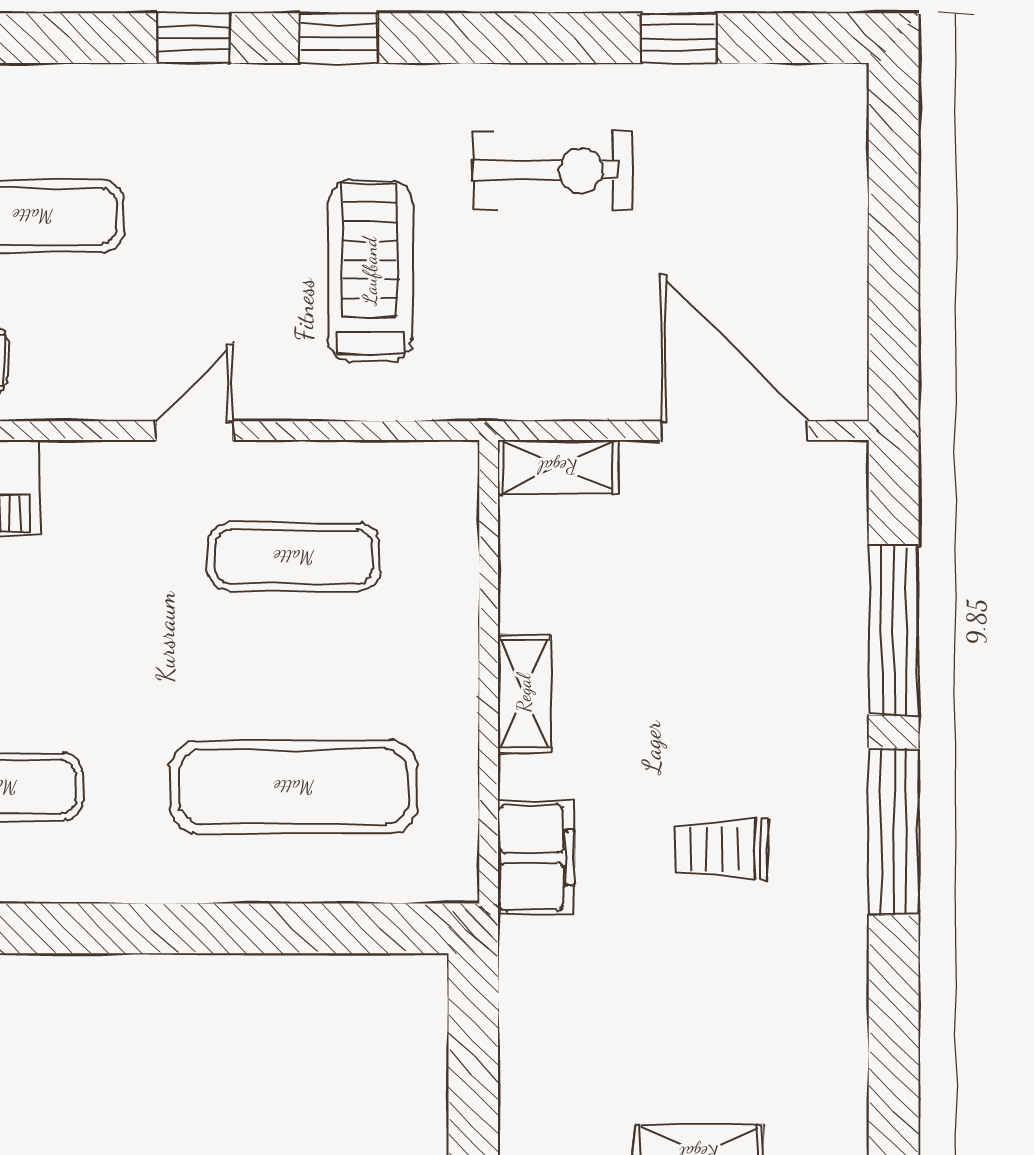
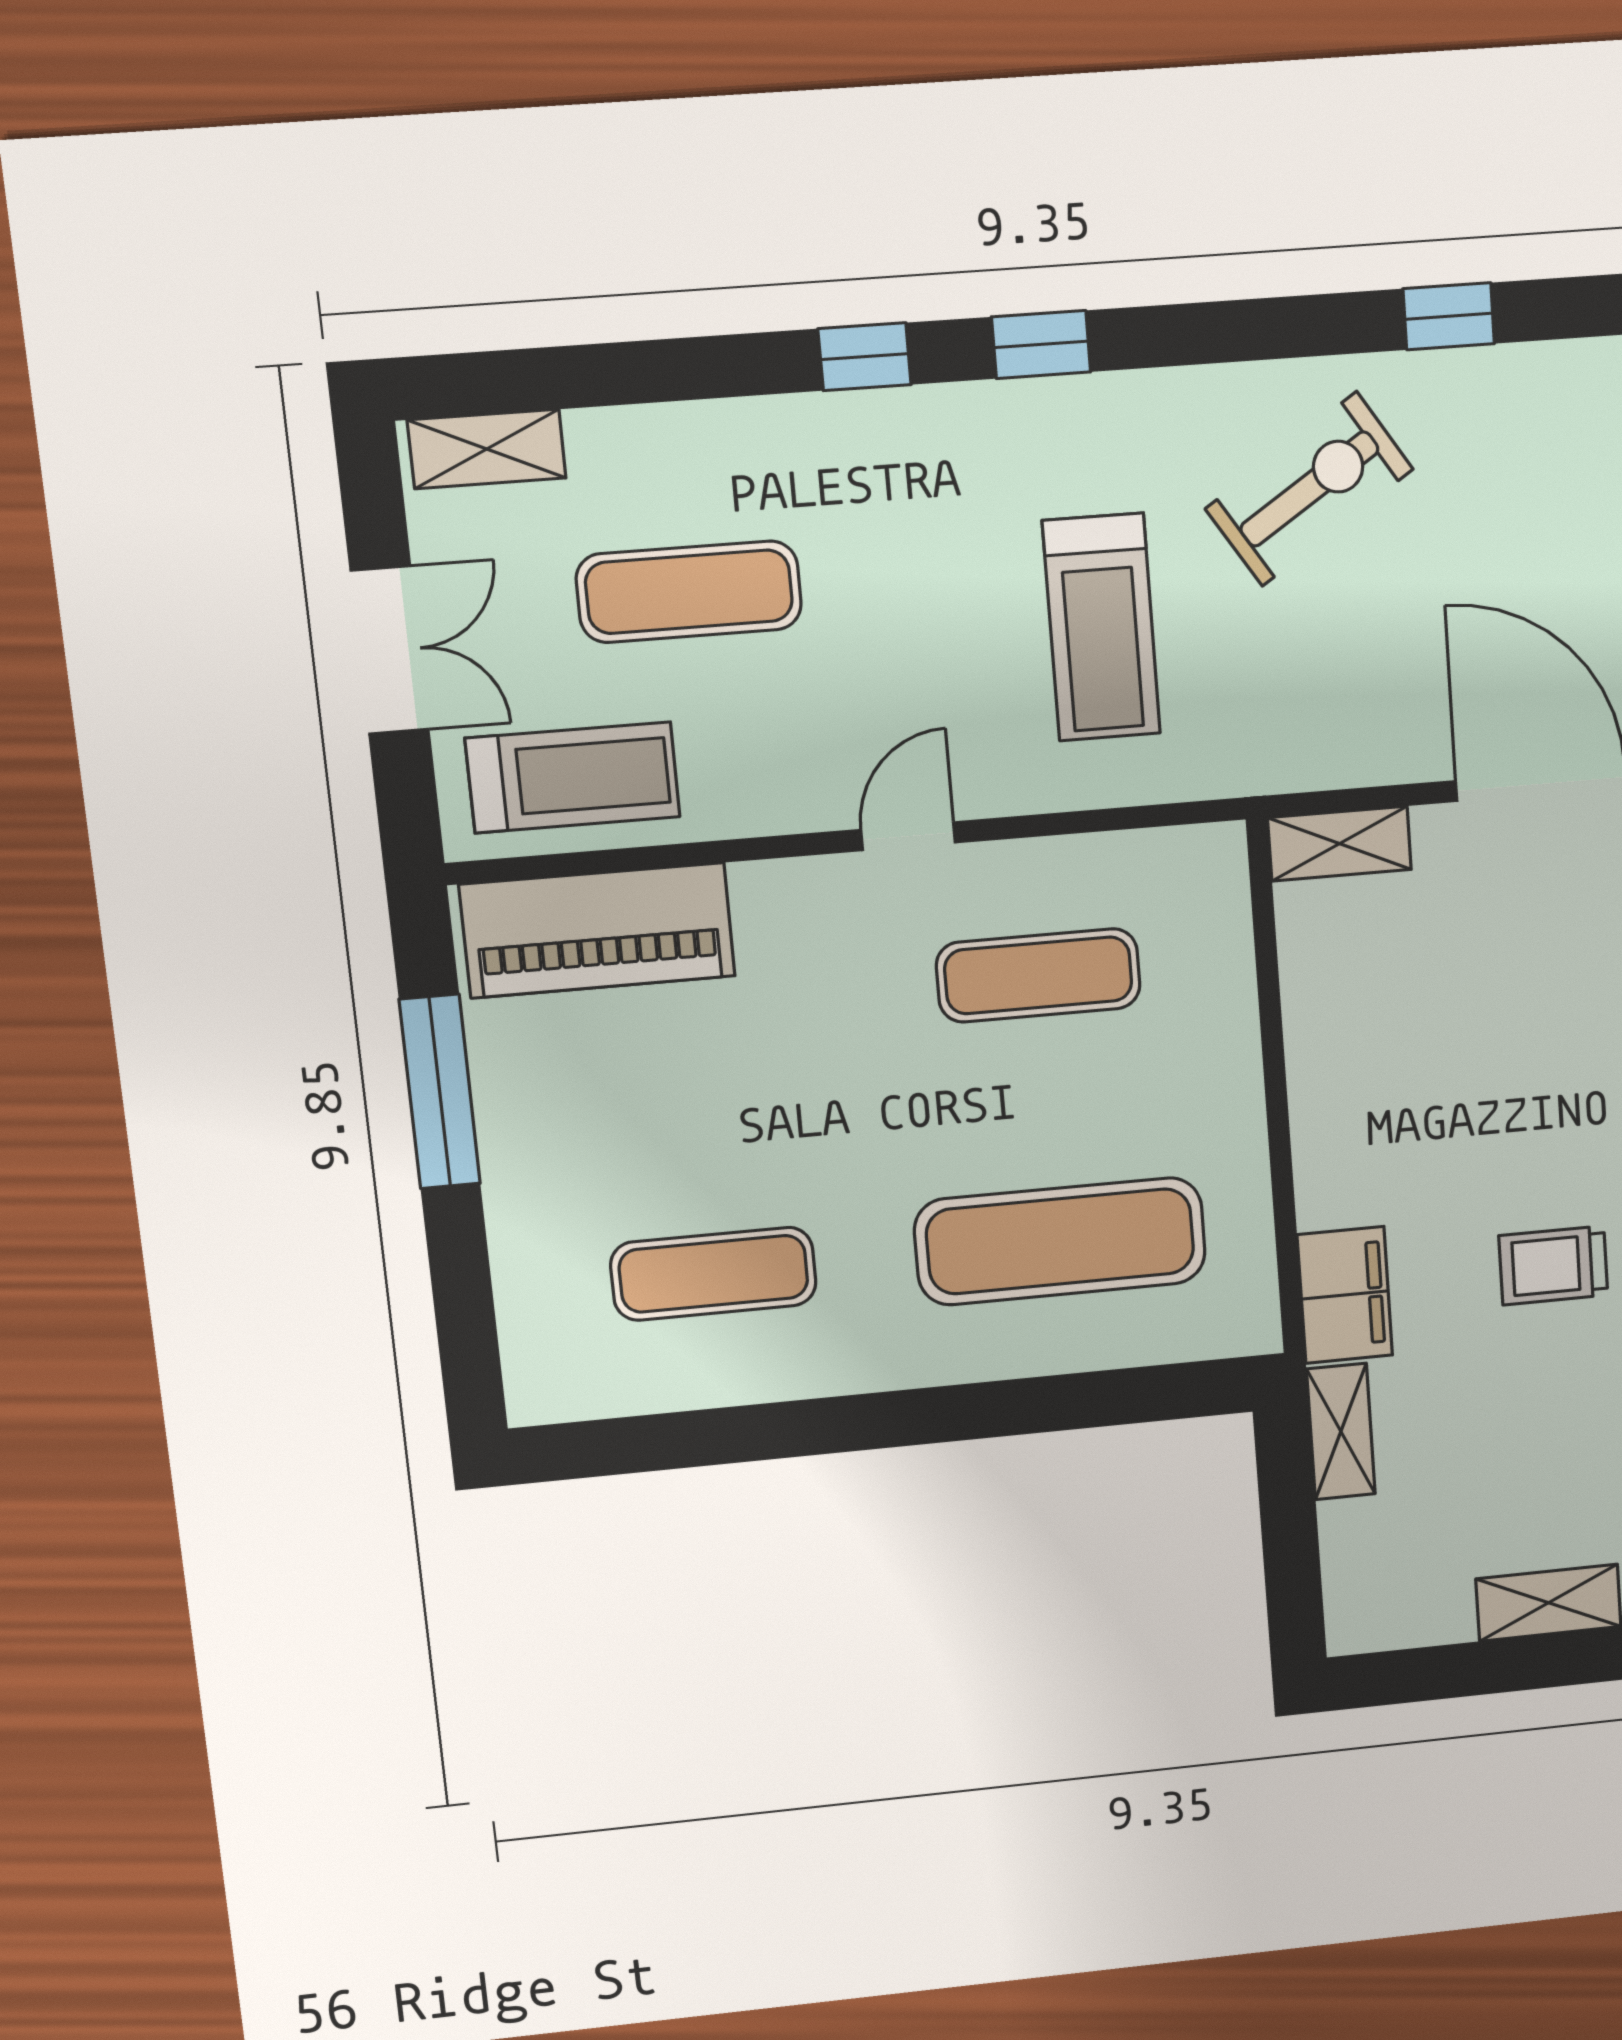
exercise bike: (553, 170) -> (1309, 489), turned -33
treadmill: (370, 271) -> (1101, 627), turned 180
shelving: (524, 693) -> (1341, 1432), moved

